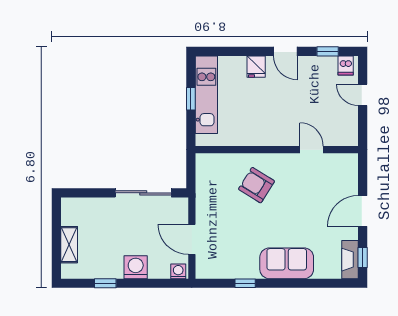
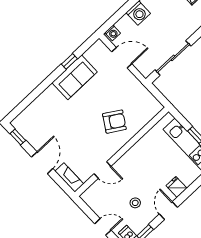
door: (285, 51) -> (168, 211), hinge flipped
stool: (310, 89) -> (135, 203), added
fireplace: (350, 260) -> (69, 178), moved
sofa: (287, 263) -> (75, 77), moved

